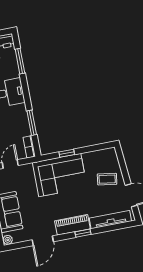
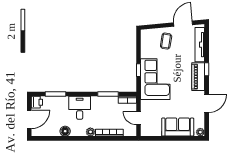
door: (43, 241) -> (207, 103), hinge flipped

